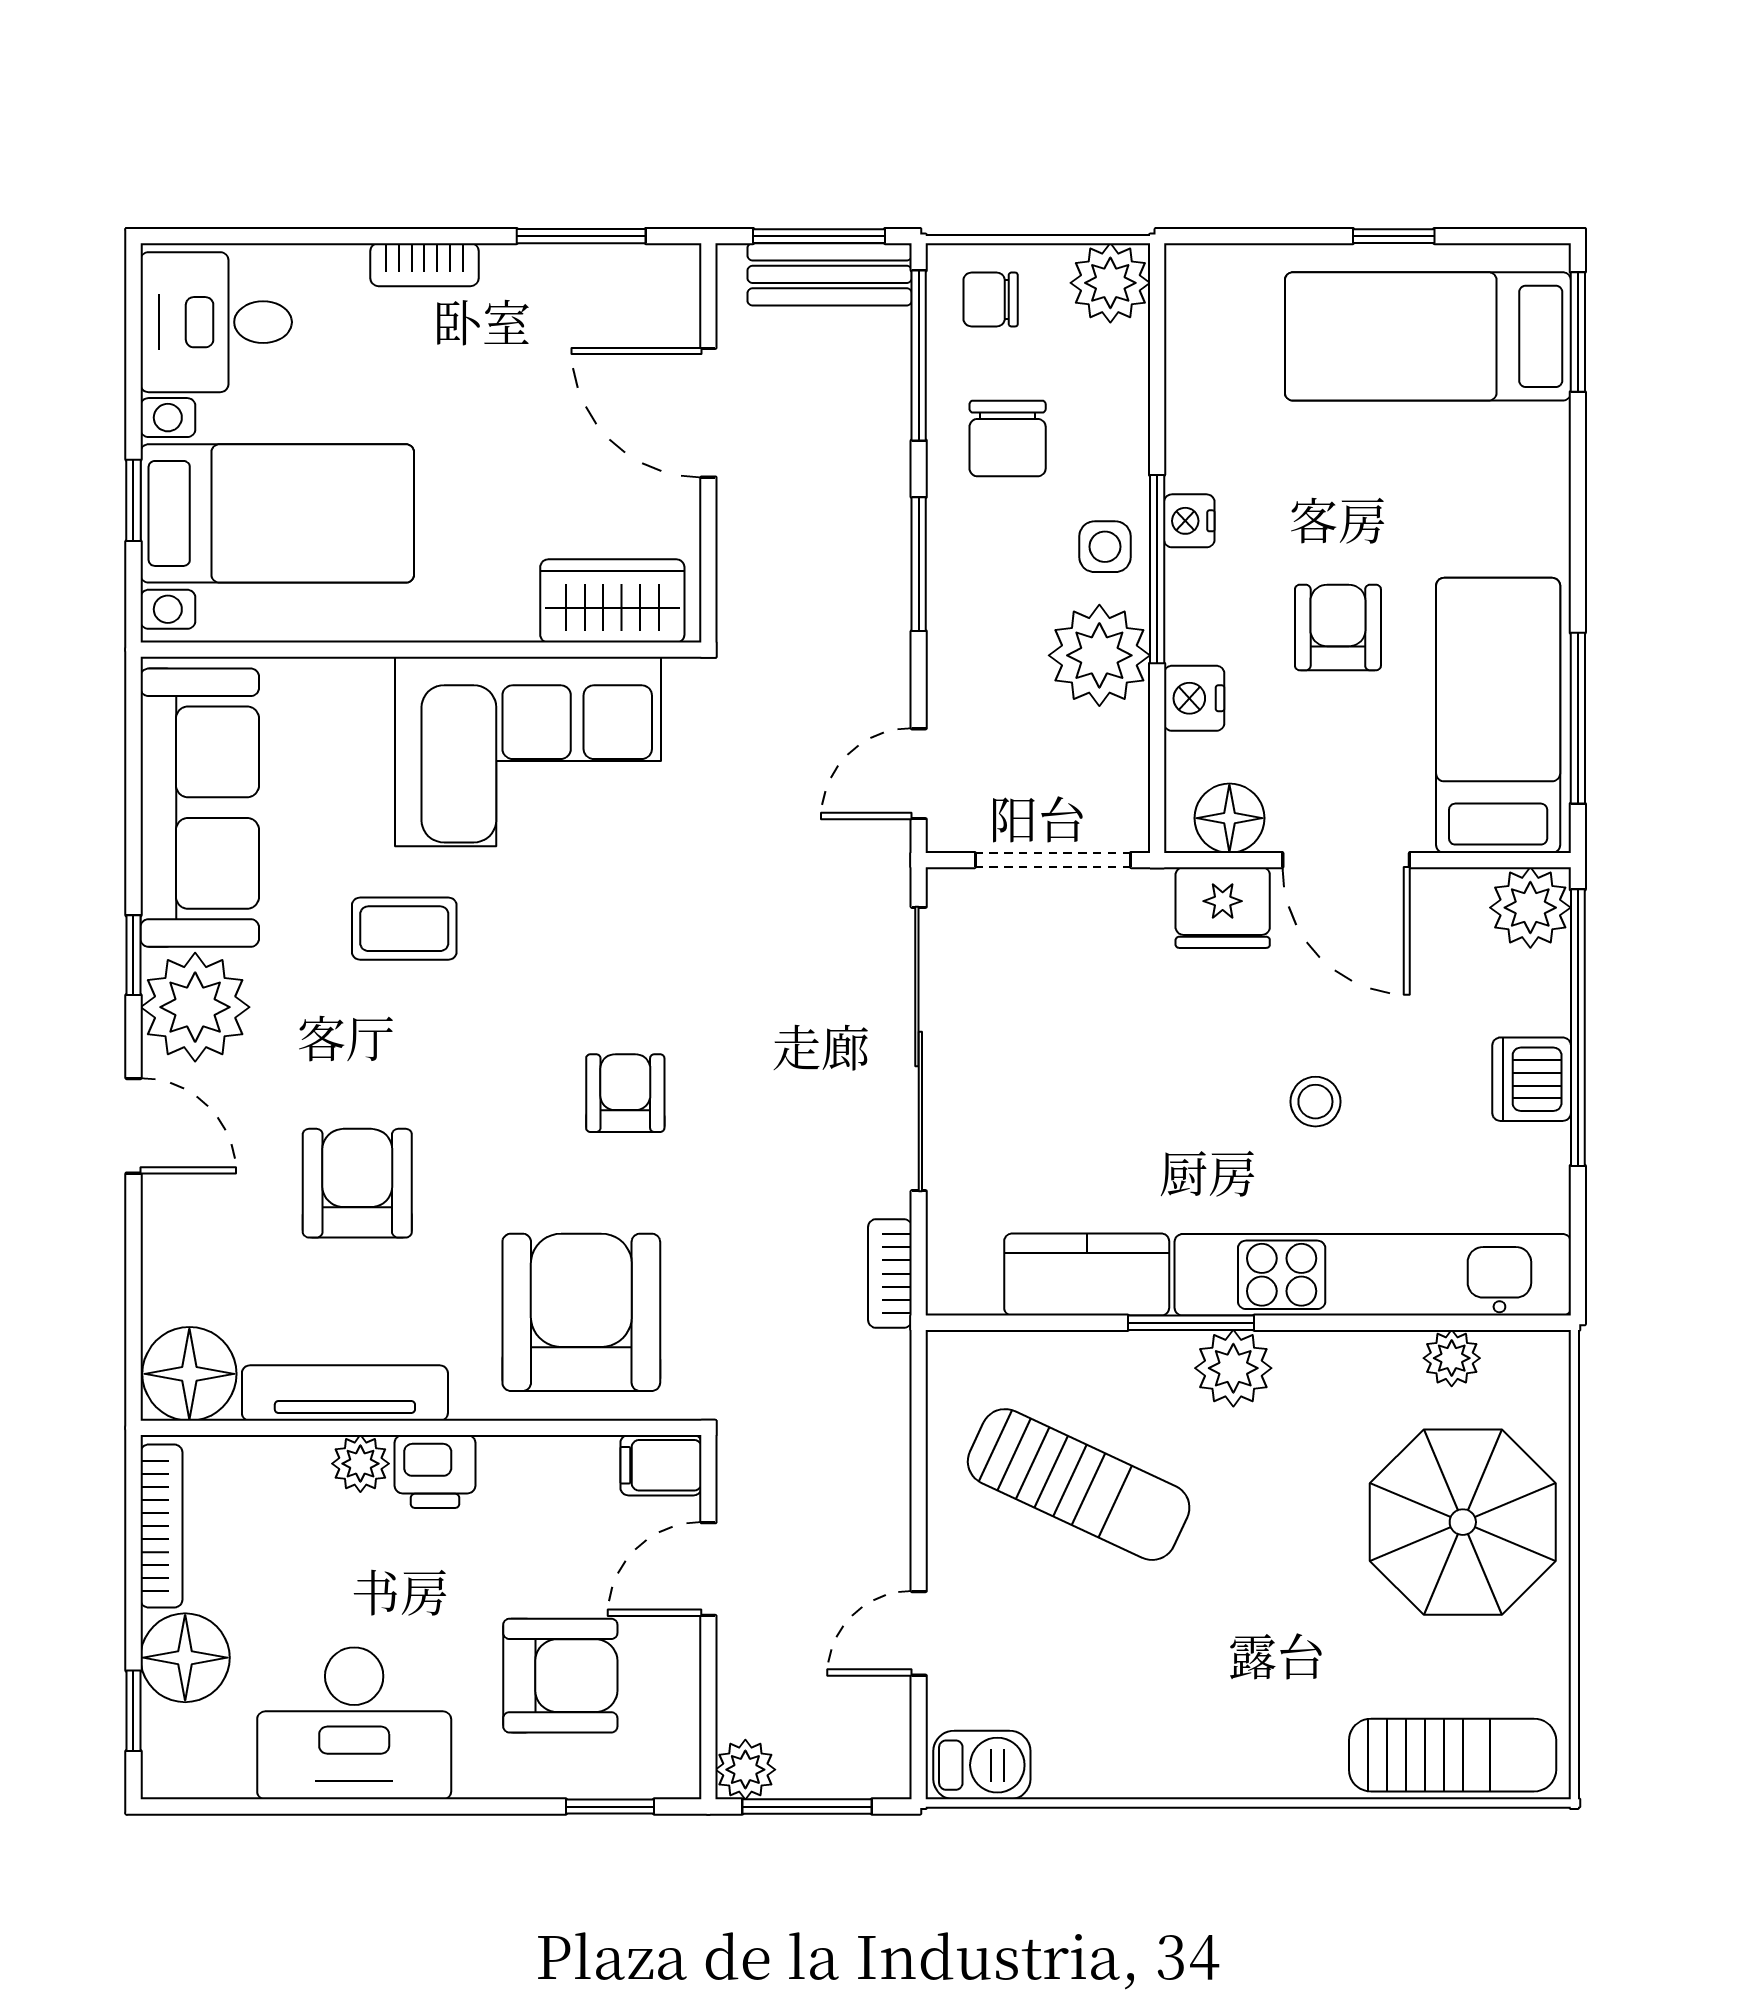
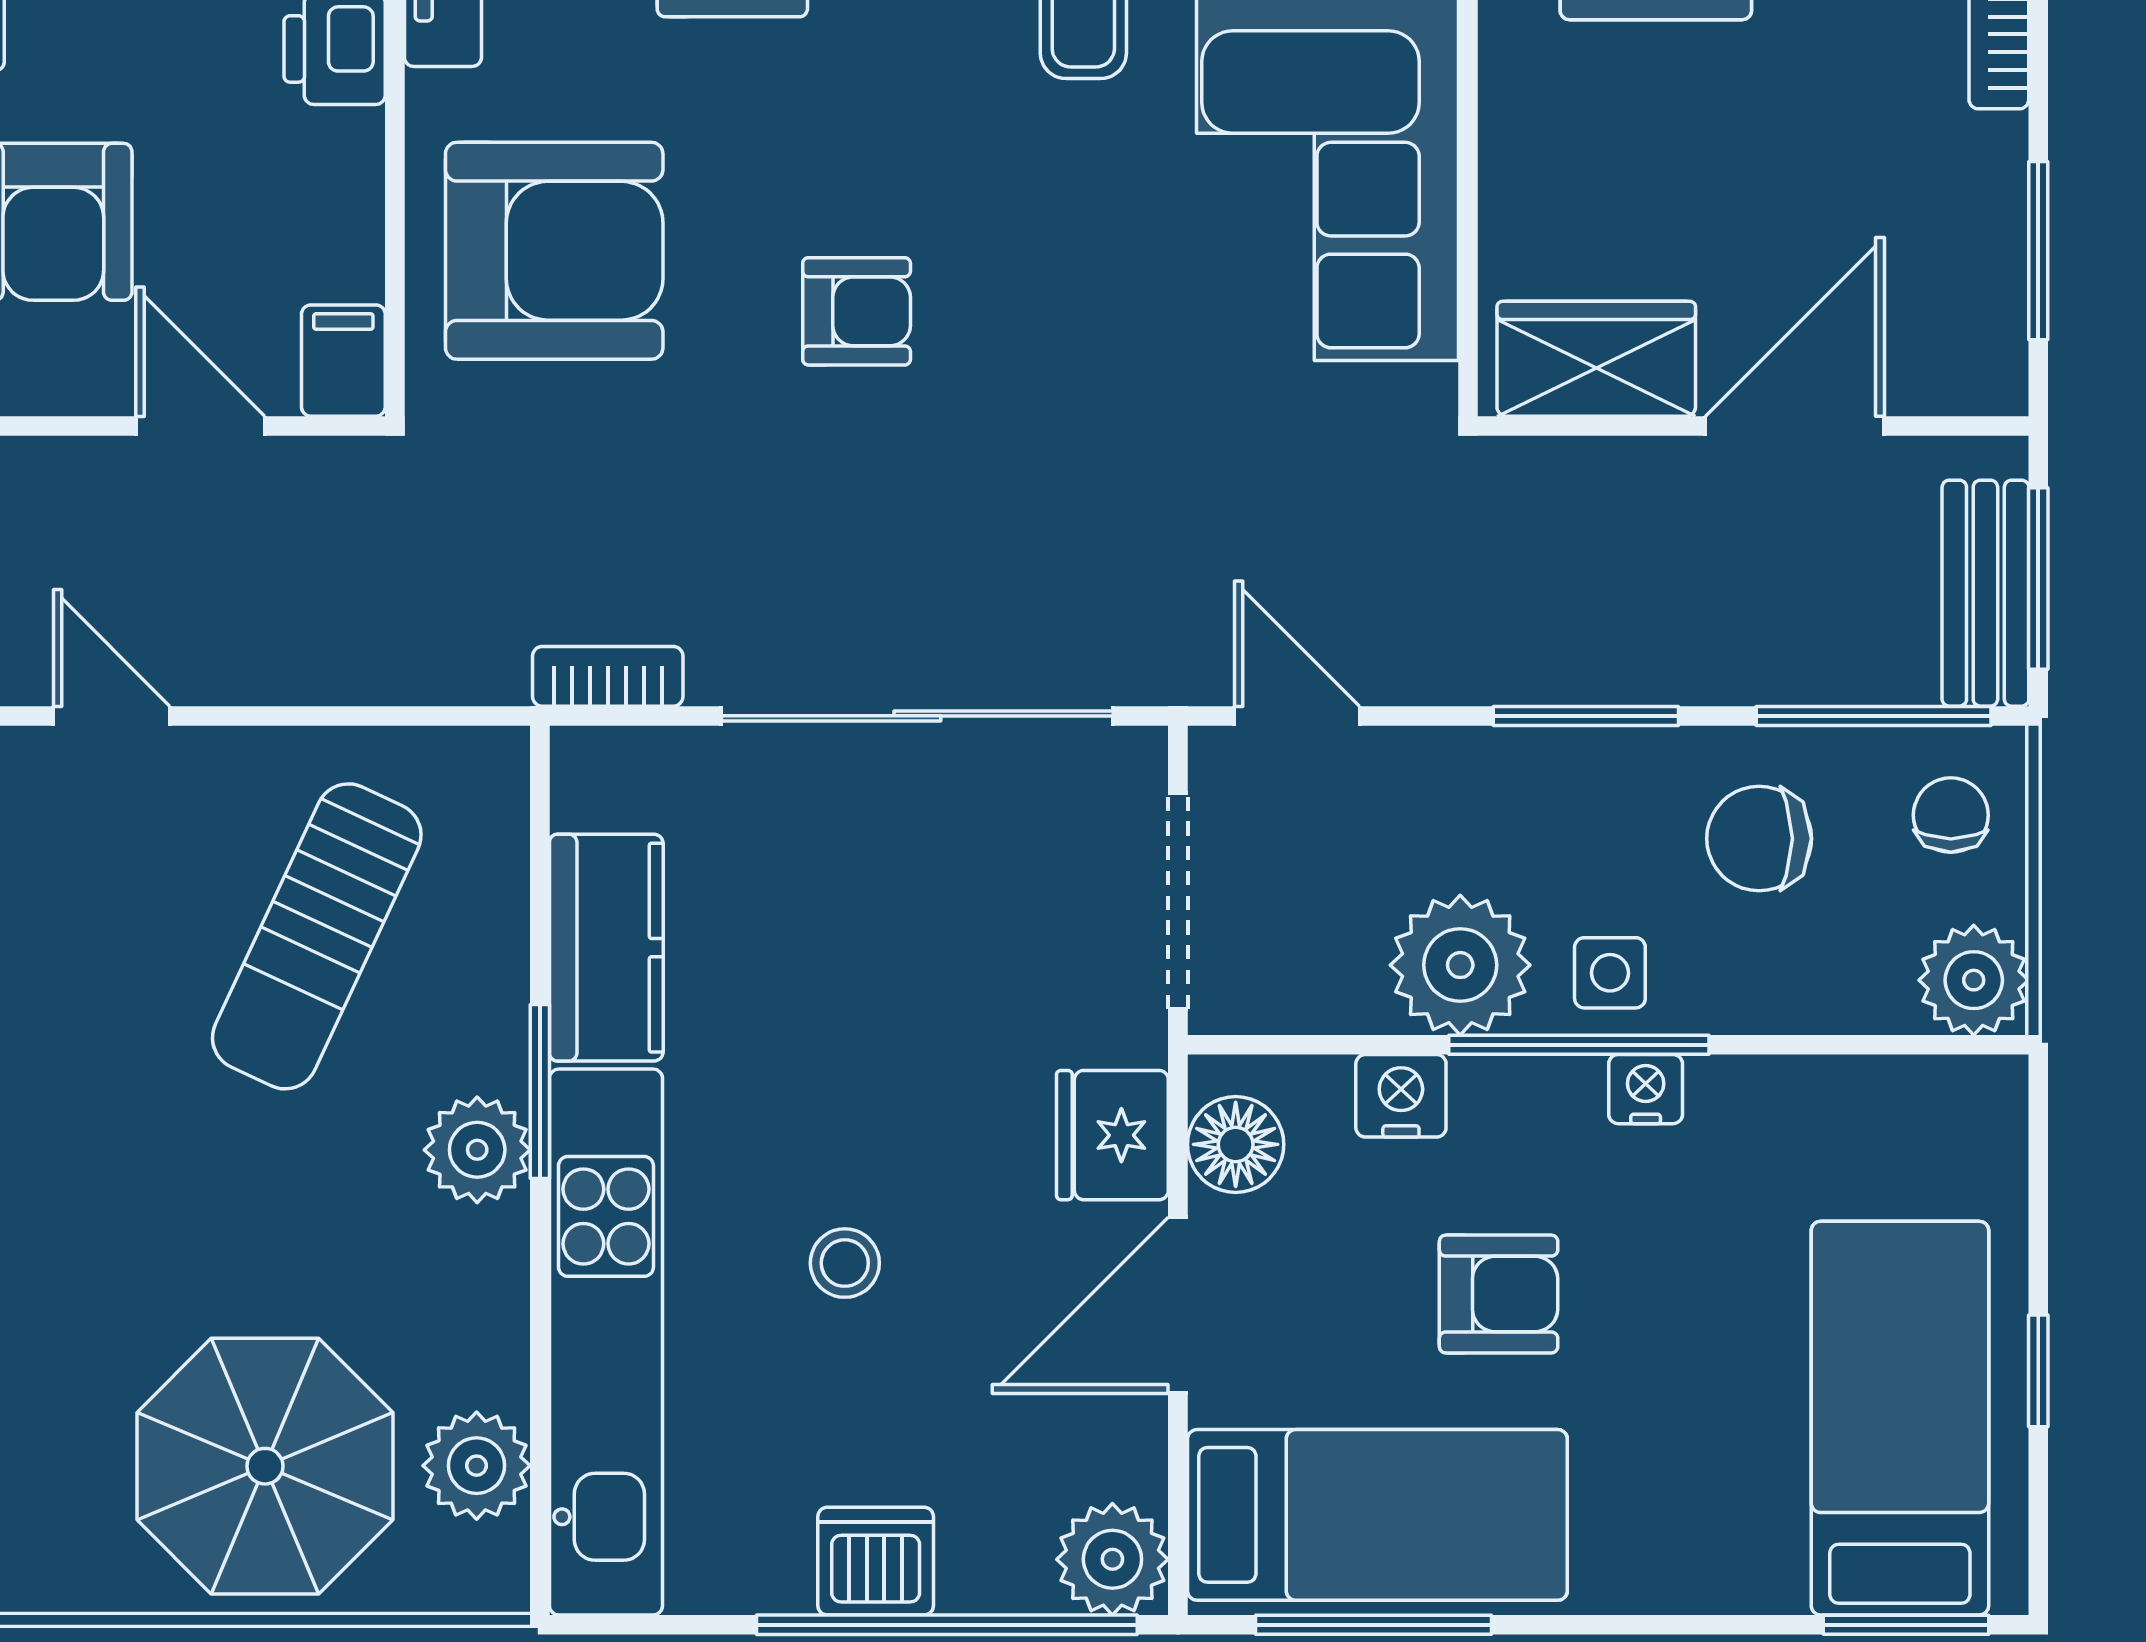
wardrobe: (612, 601) -> (1596, 359), moved, turned -90
plant: (1452, 1358) -> (477, 1466), width x1.38, depth x1.38

